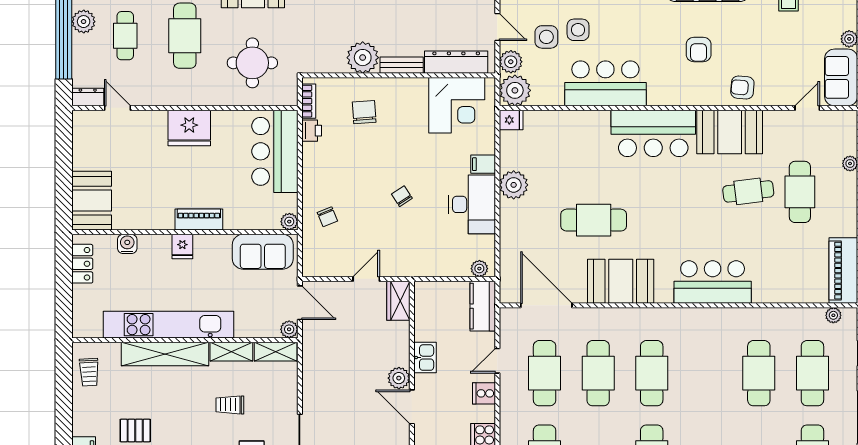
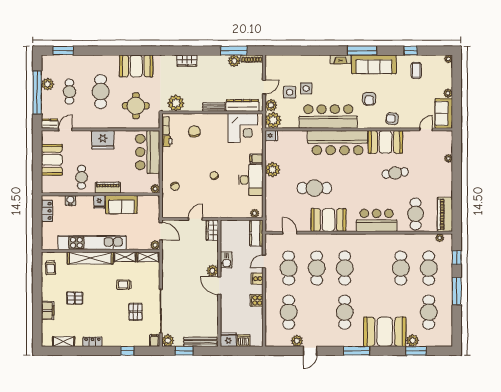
door: (497, 27) -> (264, 87), hinge flipped
plant: (363, 58) -> (176, 103), moved
bar counter: (605, 83) -> (328, 116), width x1.36
door: (117, 108) -> (65, 129), hinge flipped
bar counter: (653, 133) -> (338, 143), width x1.36
cafe table: (800, 192) -> (416, 214), moved
cafe table: (148, 199) -> (82, 177), added
booth: (92, 201) -> (52, 160), moved
sofa: (263, 252) -> (121, 205), moved
door: (546, 305) -> (290, 233), width x0.53

